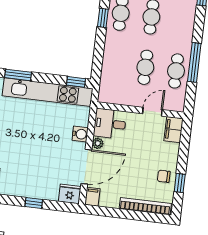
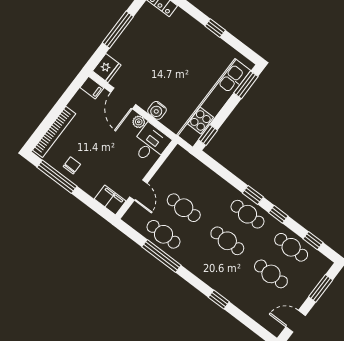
door: (86, 167) -> (123, 98), width x0.73
window: (180, 183) -> (57, 177), width x2.17
window: (34, 203) -> (118, 30), width x2.17

